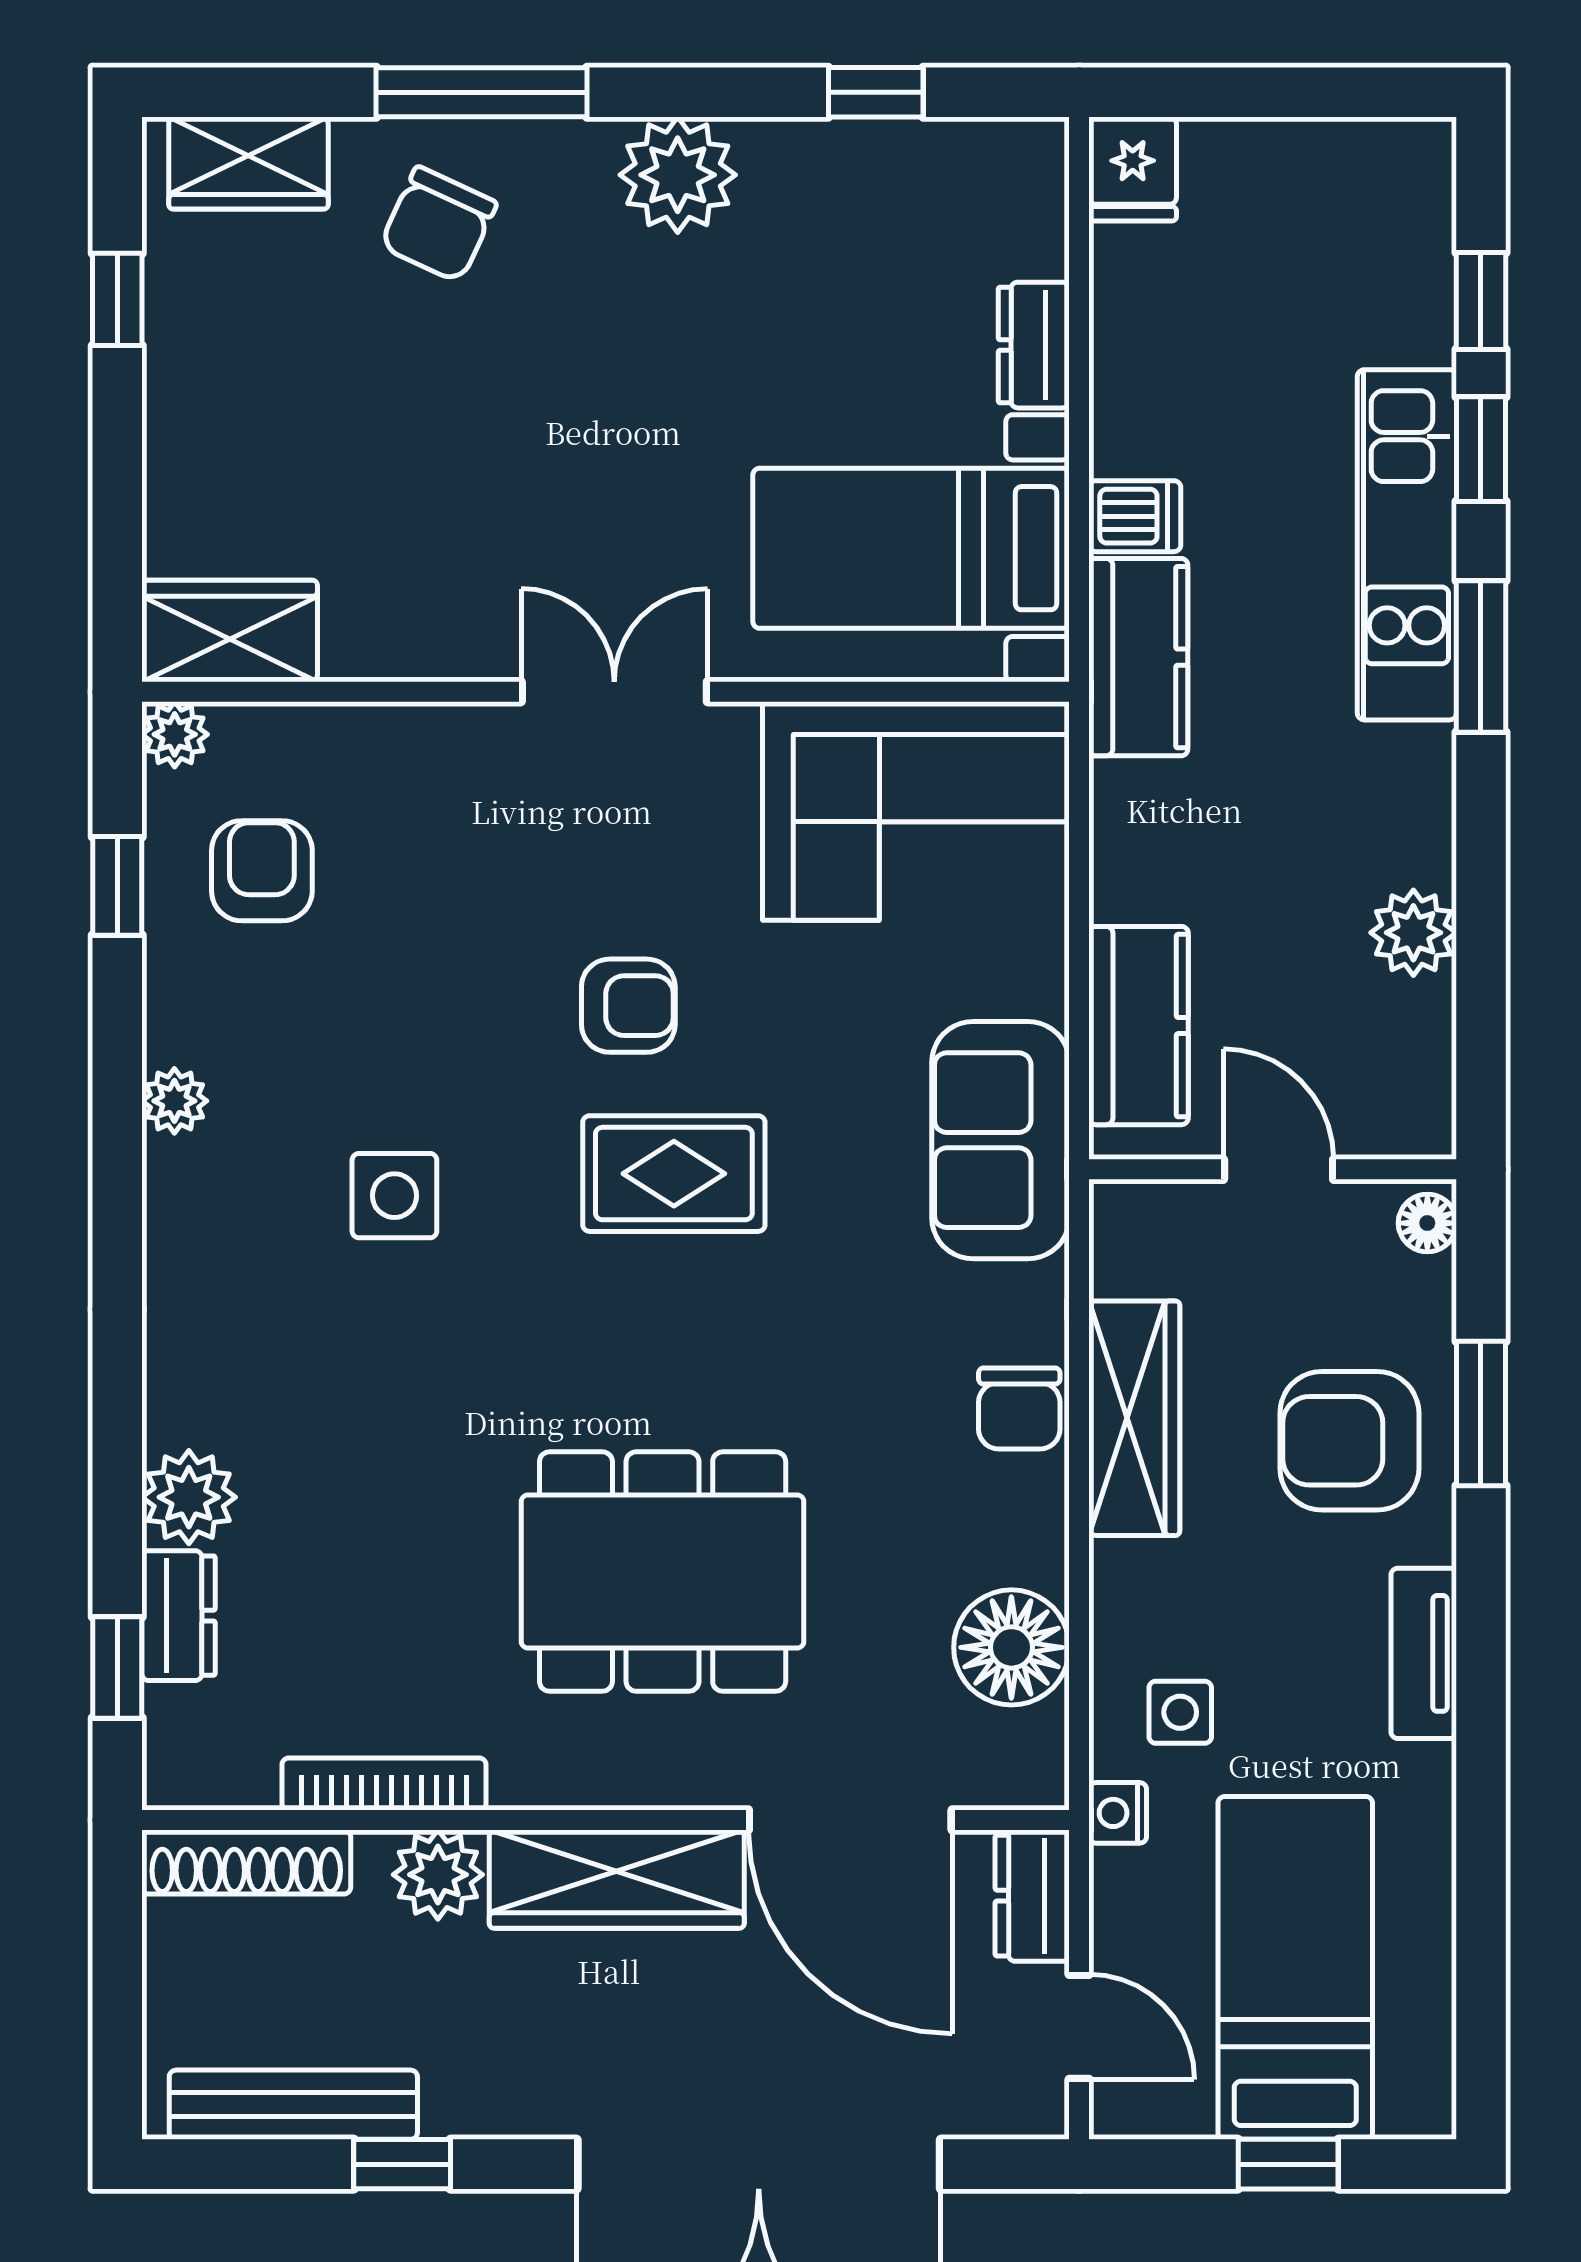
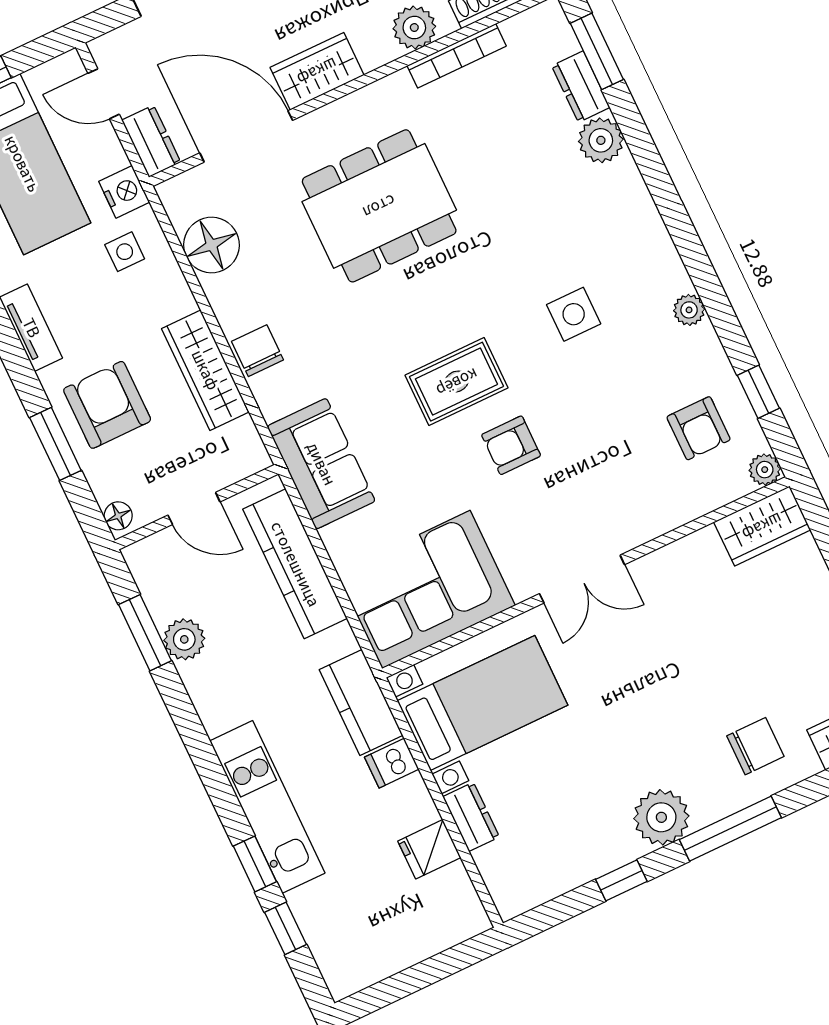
window: (482, 92) -> (730, 829), moved
window: (876, 92) -> (621, 880), moved
fridge: (1133, 169) -> (429, 849), moved, turned -90
chair: (438, 224) -> (755, 746), turned 65
window: (1481, 656) -> (145, 633), moved
kitchen counter: (1139, 1026) -> (295, 564), width x1.50
armchair: (1349, 1441) -> (107, 405), turned -90
window: (117, 1667) -> (597, 51), width x1.50
nightstand: (1118, 1813) -> (124, 192), width x1.39, depth x1.35
wardrobe: (617, 1879) -> (317, 71), width x0.67

